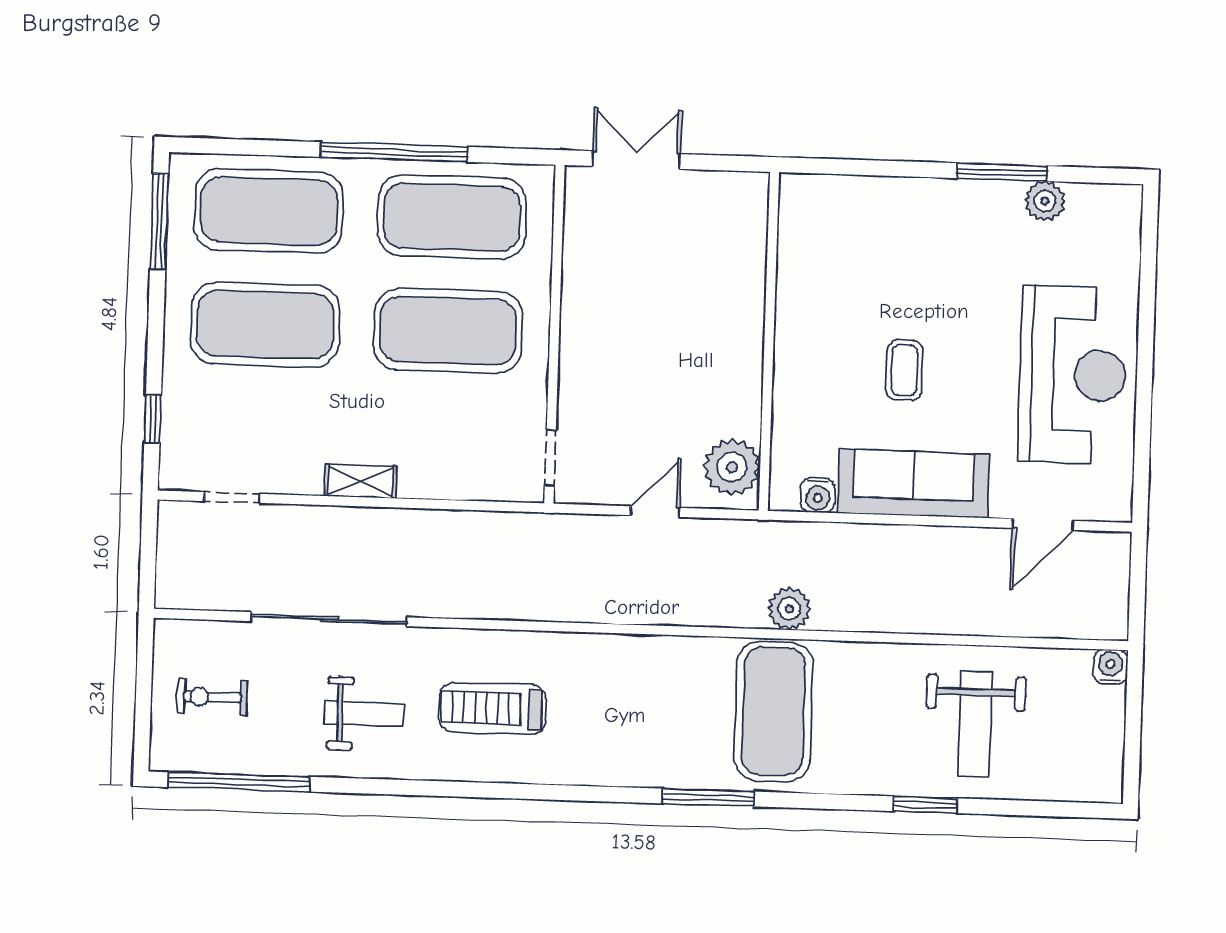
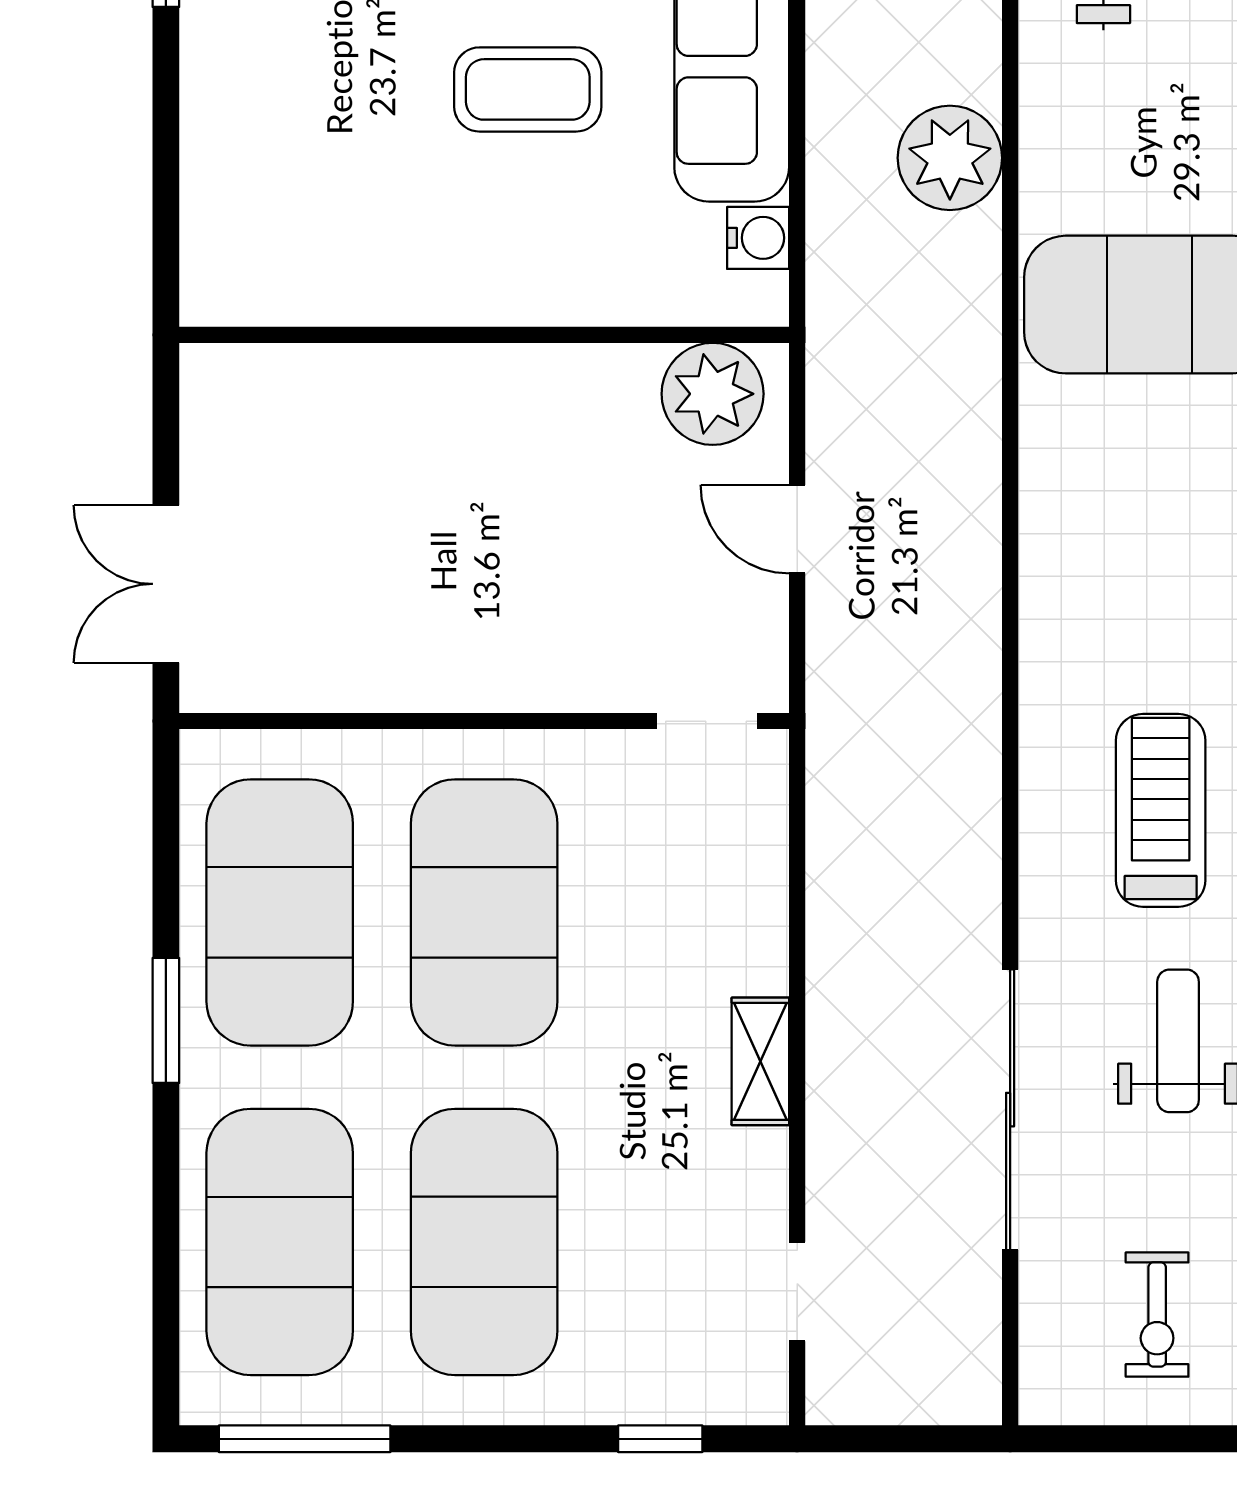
window: (394, 152) -> (166, 1020), width x0.47
coffee table: (904, 370) -> (528, 89), width x1.36, depth x1.30
plant: (789, 609) -> (950, 158), moved, width x1.36, depth x1.36
treadmill: (492, 708) -> (1161, 810), turned 180

